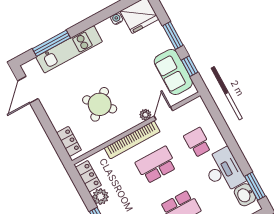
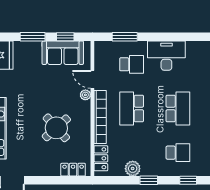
school desk: (198, 142) -> (132, 64), turned 180
locker: (88, 176) -> (101, 158), moved, turned 90
window: (255, 186) -> (125, 37), moved
washbasin: (245, 195) -> (196, 49), removed

